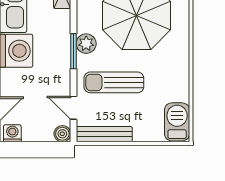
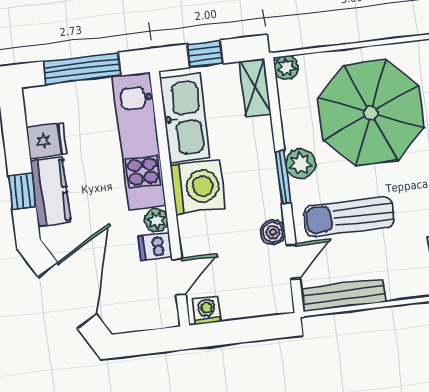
door: (73, 108) -> (293, 262), swing flipped
boiler: (62, 134) -> (273, 232), moved

